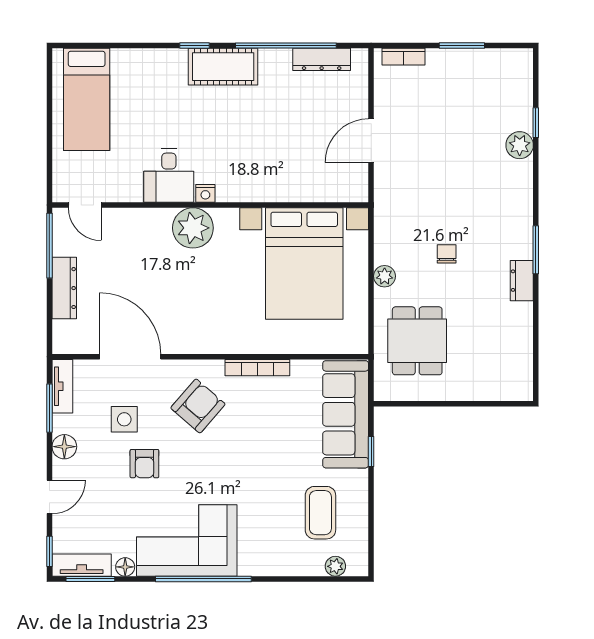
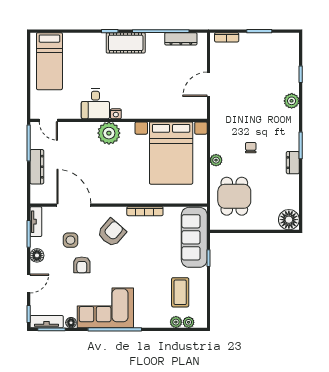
plant: (520, 145) -> (292, 101), moved
floor lamp: (515, 383) -> (289, 220), added
plant: (313, 566) -> (176, 322), added

